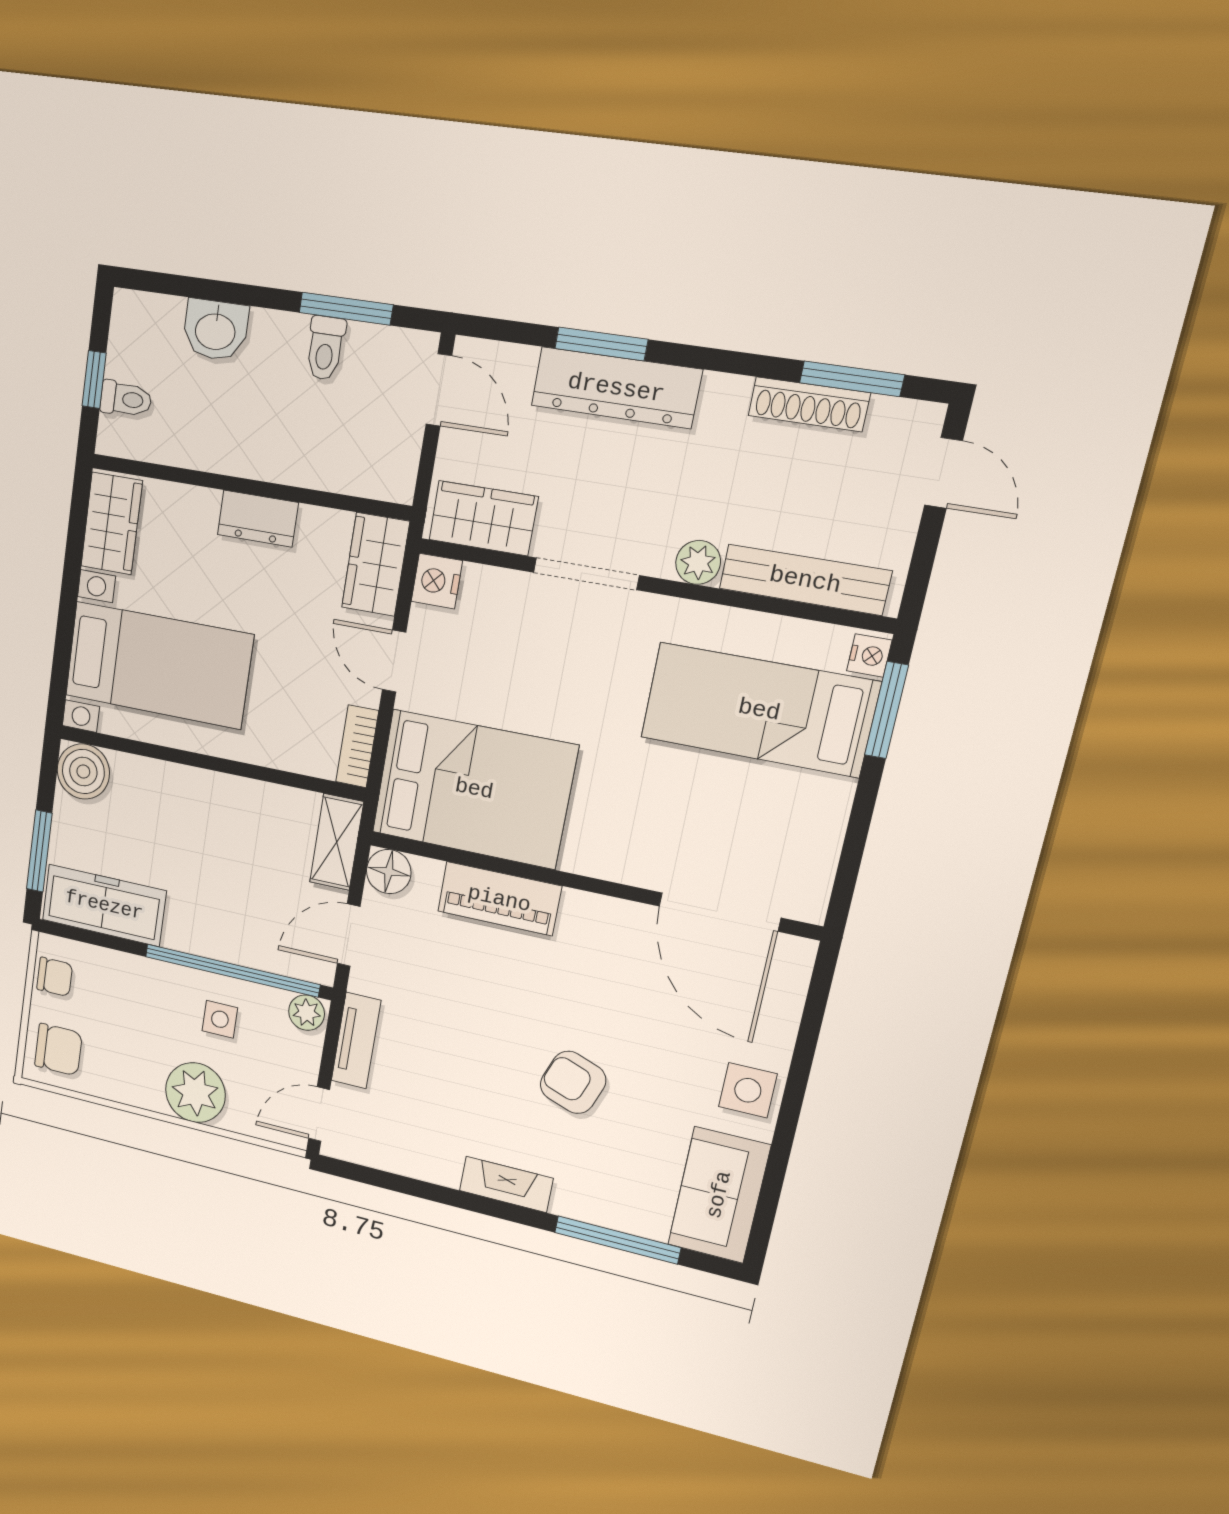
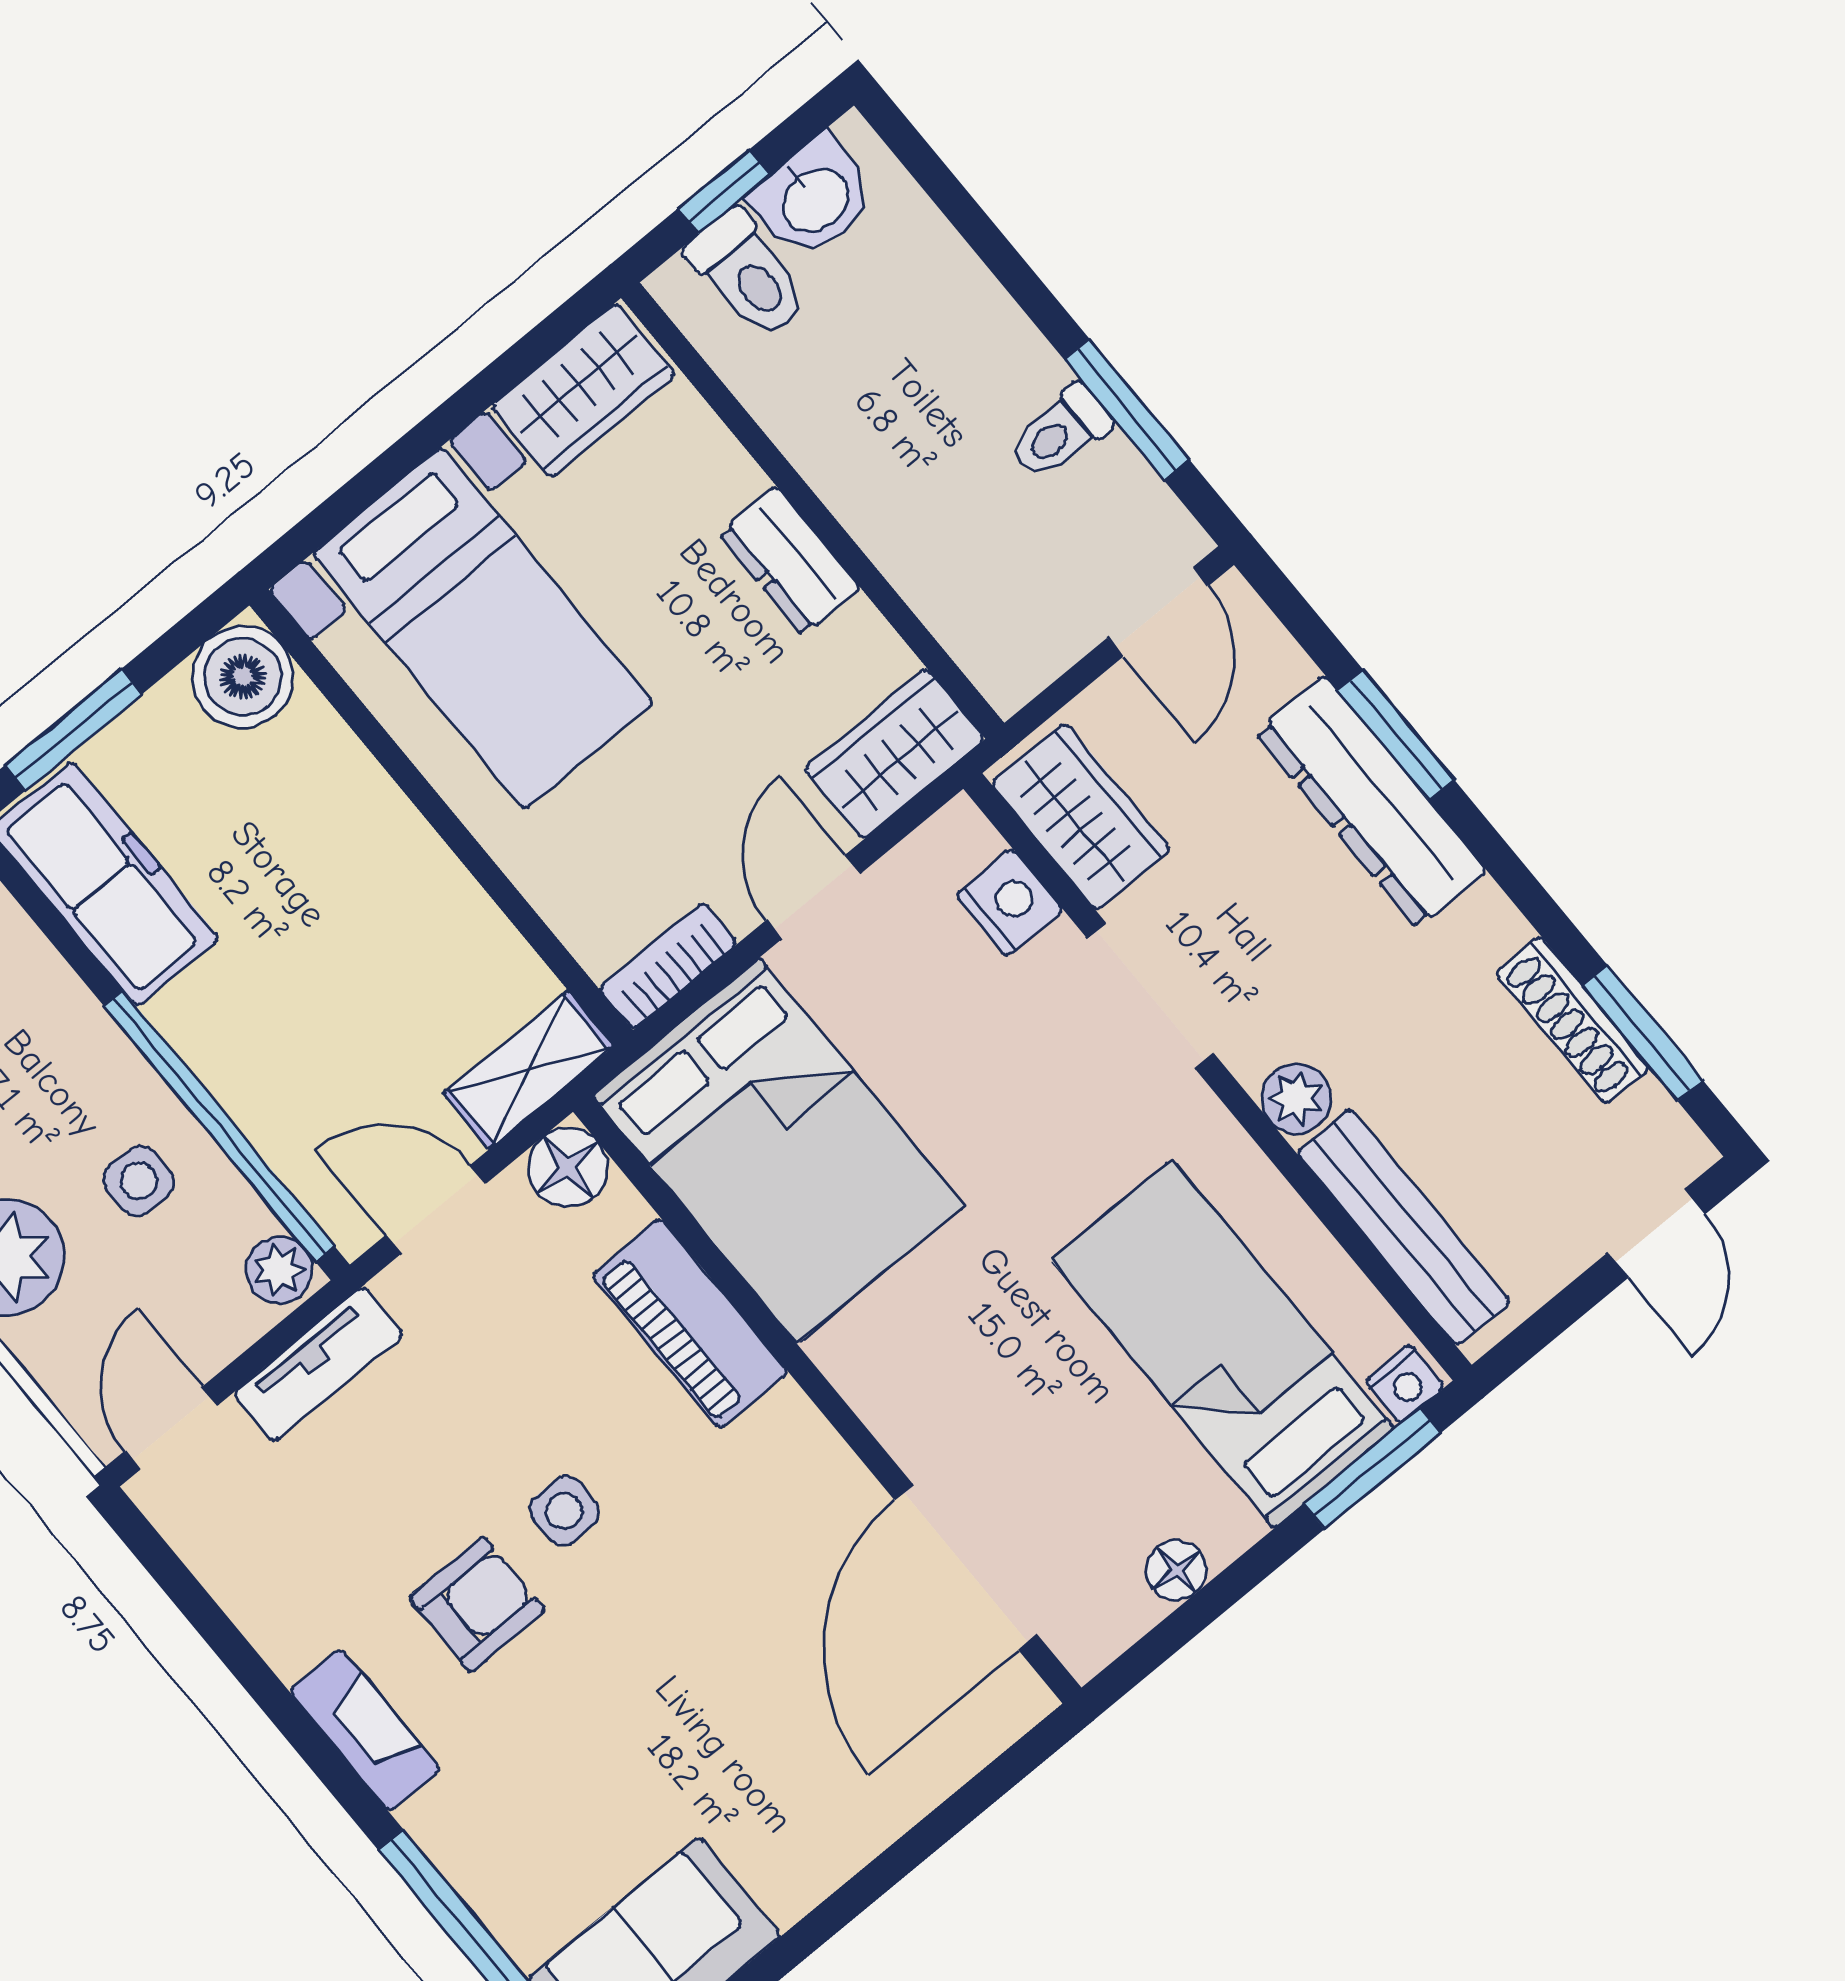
washbasin: (215, 330) -> (814, 198), moved, turned -90
toilet: (126, 399) -> (748, 275), width x1.37, depth x1.39
nightstand: (437, 581) -> (1009, 903), moved, turned 90
floor lamp: (825, 836) -> (1176, 1570), added
armchair: (573, 1082) -> (477, 1604), moved, turned 70
side table: (748, 1090) -> (564, 1511), moved, width x0.73, depth x0.73
door: (319, 1114) -> (171, 1428), hinge flipped

